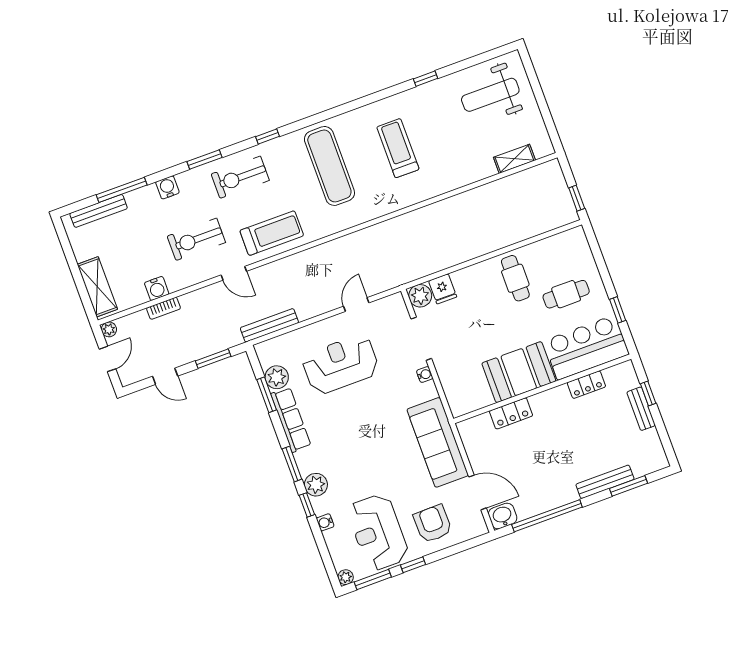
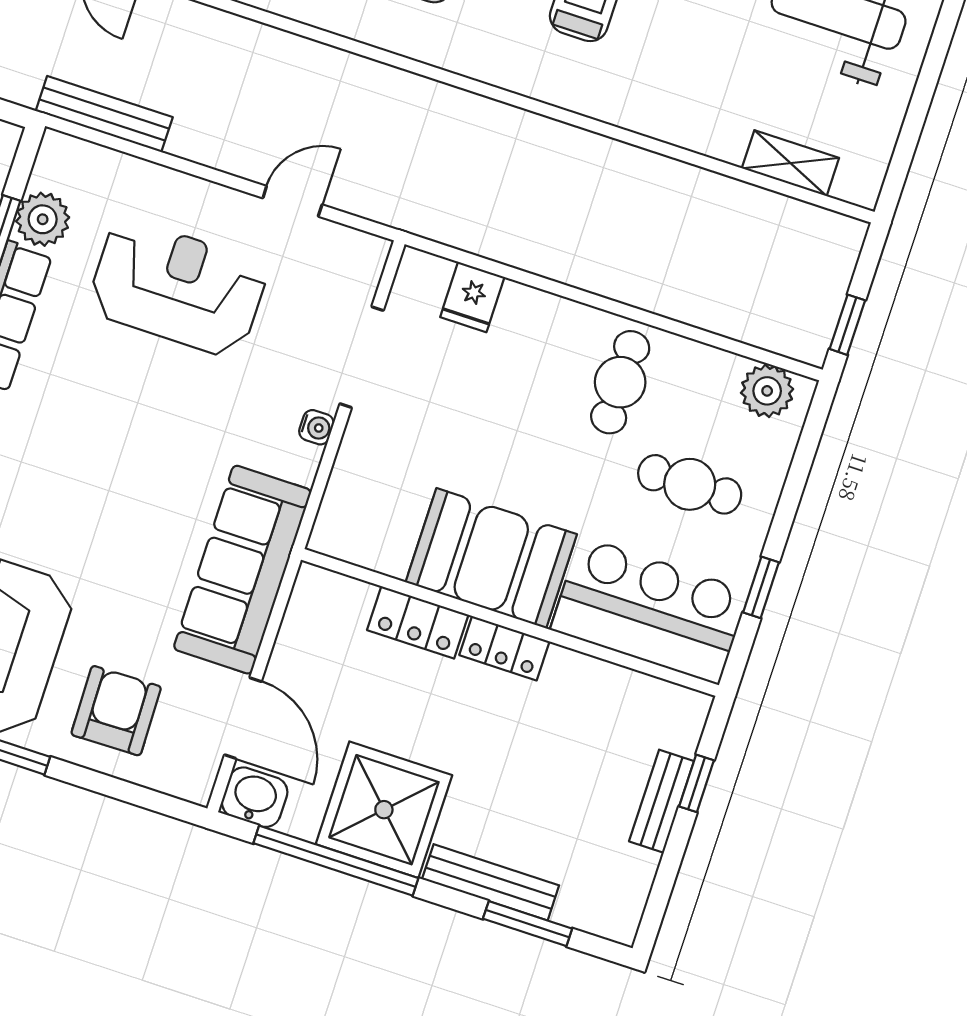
plant: (420, 296) -> (767, 391), moved
locker: (586, 385) -> (504, 648), moved
shower: (550, 486) -> (384, 810), added

